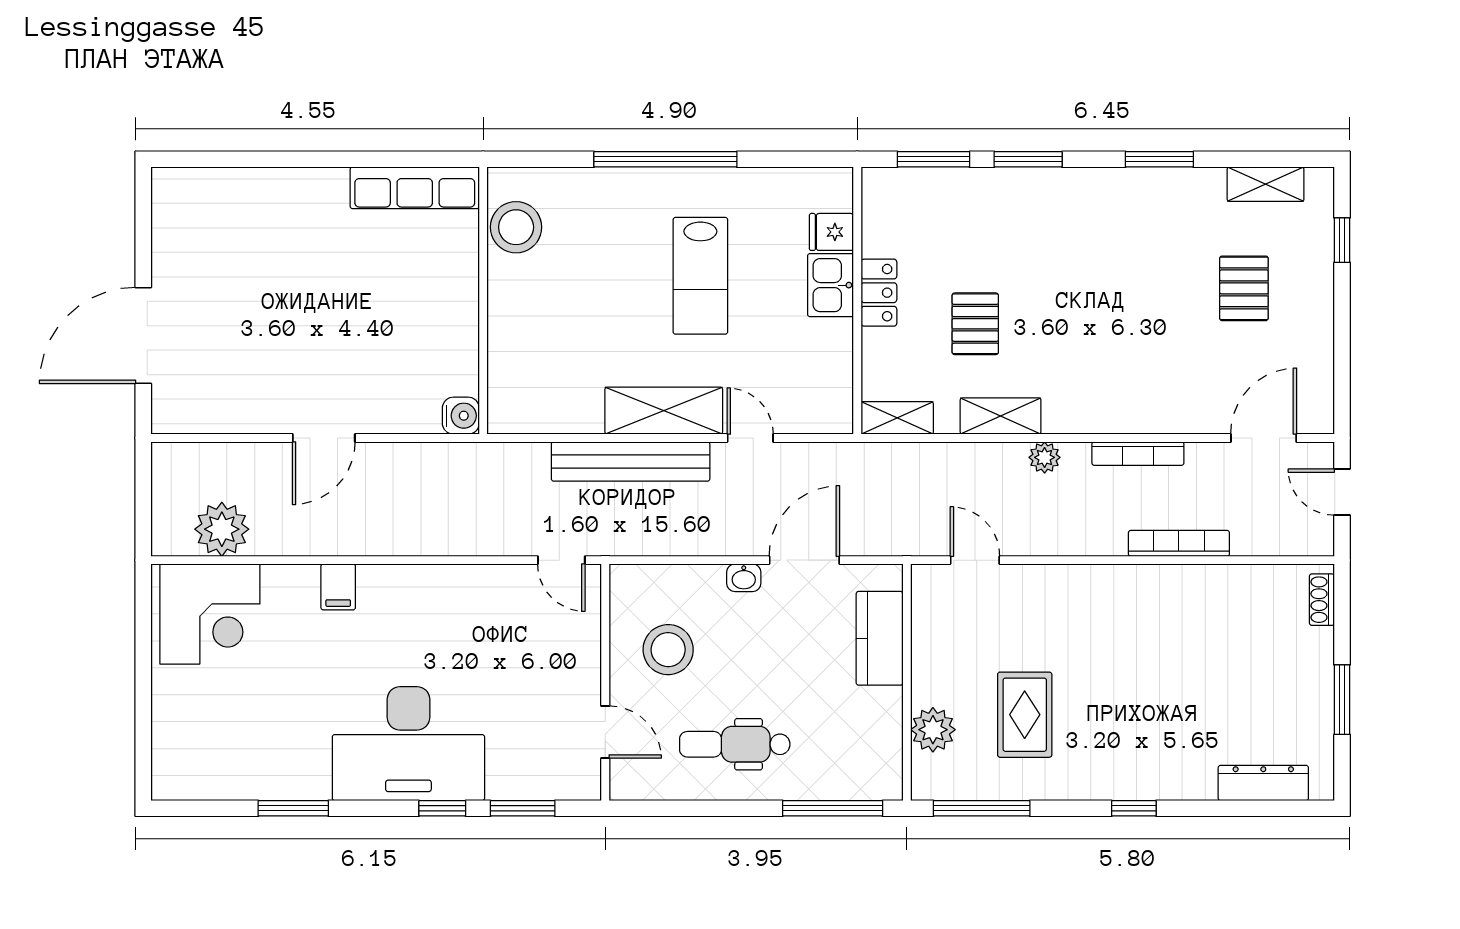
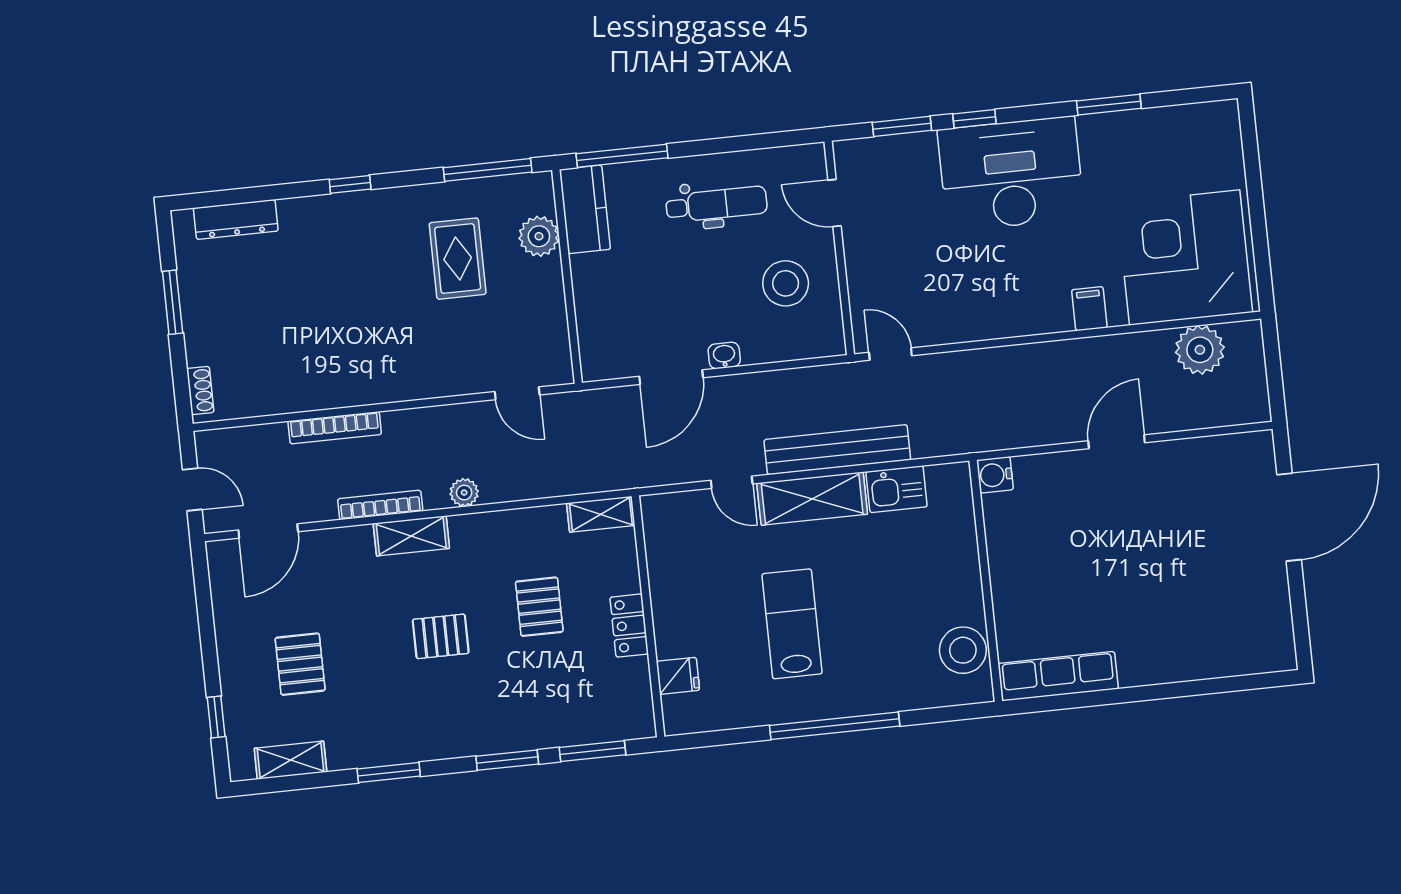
kitchen sink: (830, 285) -> (896, 489), moved, turned 90
pallet: (1087, 303) -> (441, 636), added
shelving: (1001, 416) -> (411, 536), moved
corner desk: (210, 614) -> (1185, 258), width x1.36, depth x1.36
kitchen counter: (880, 638) -> (585, 209), moved

